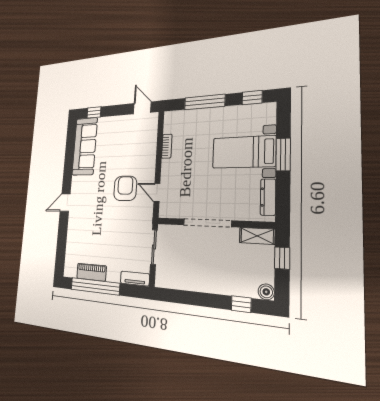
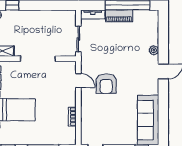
plant: (72, 228) -> (154, 50), added
piano: (91, 272) -> (119, 16), moved

